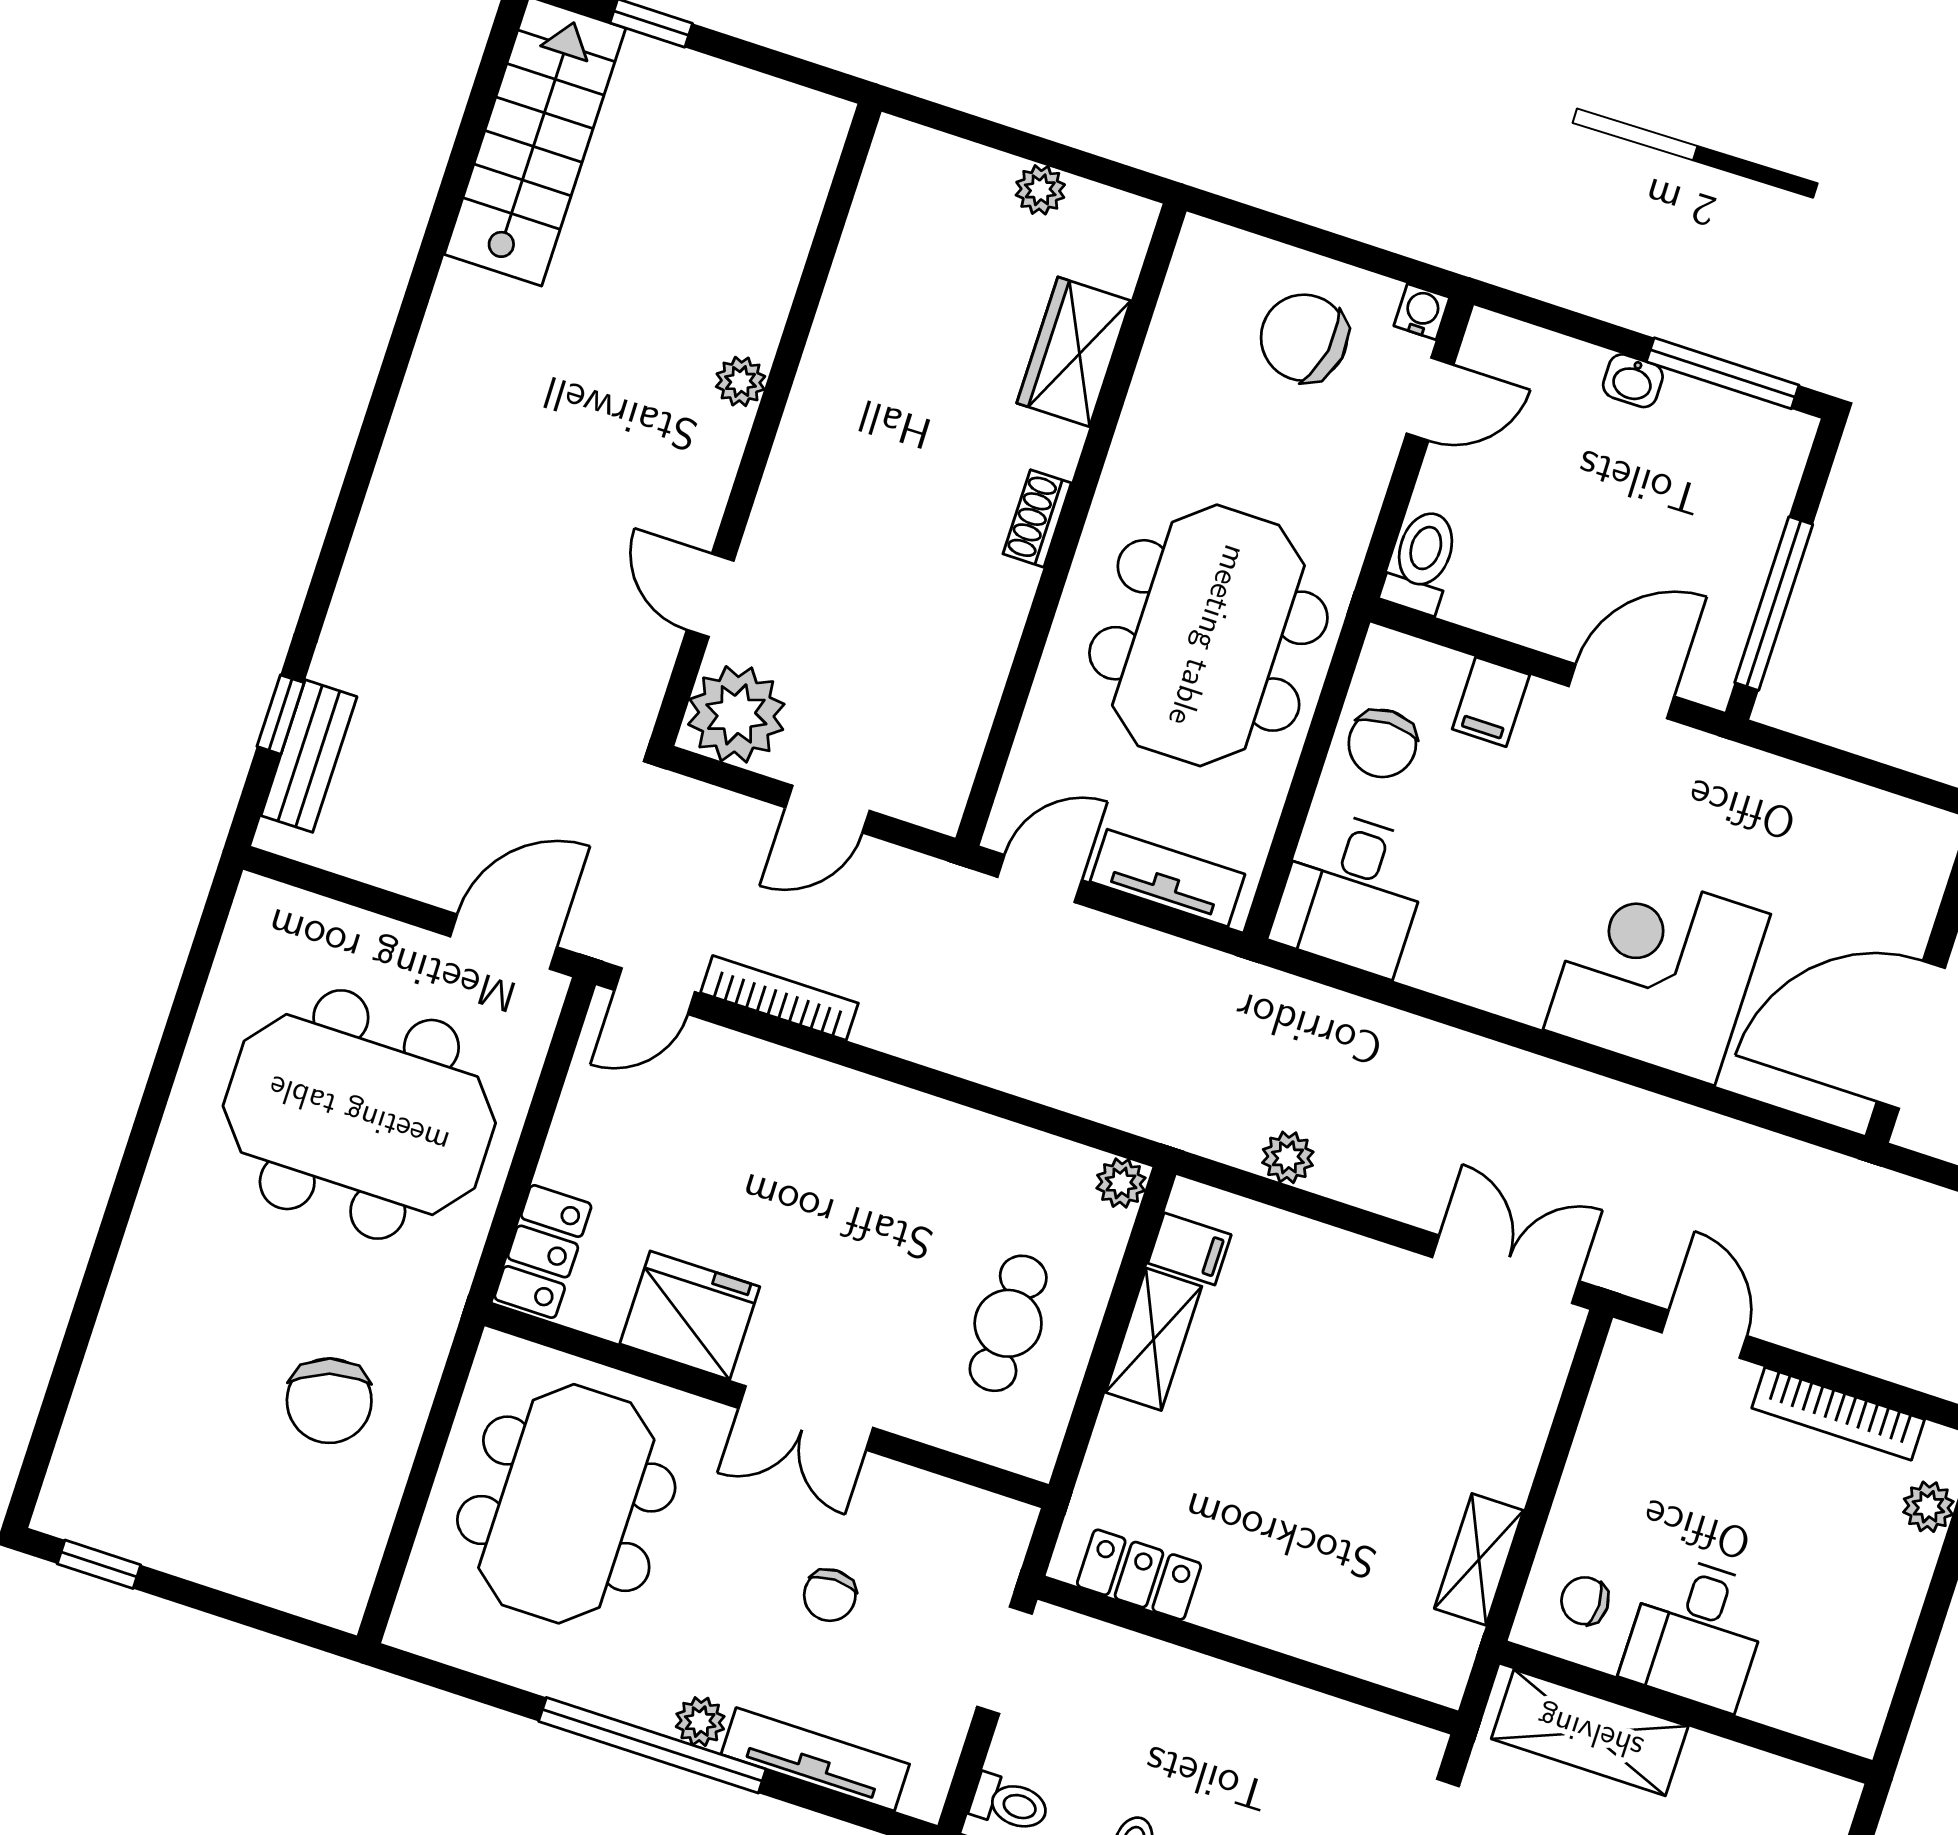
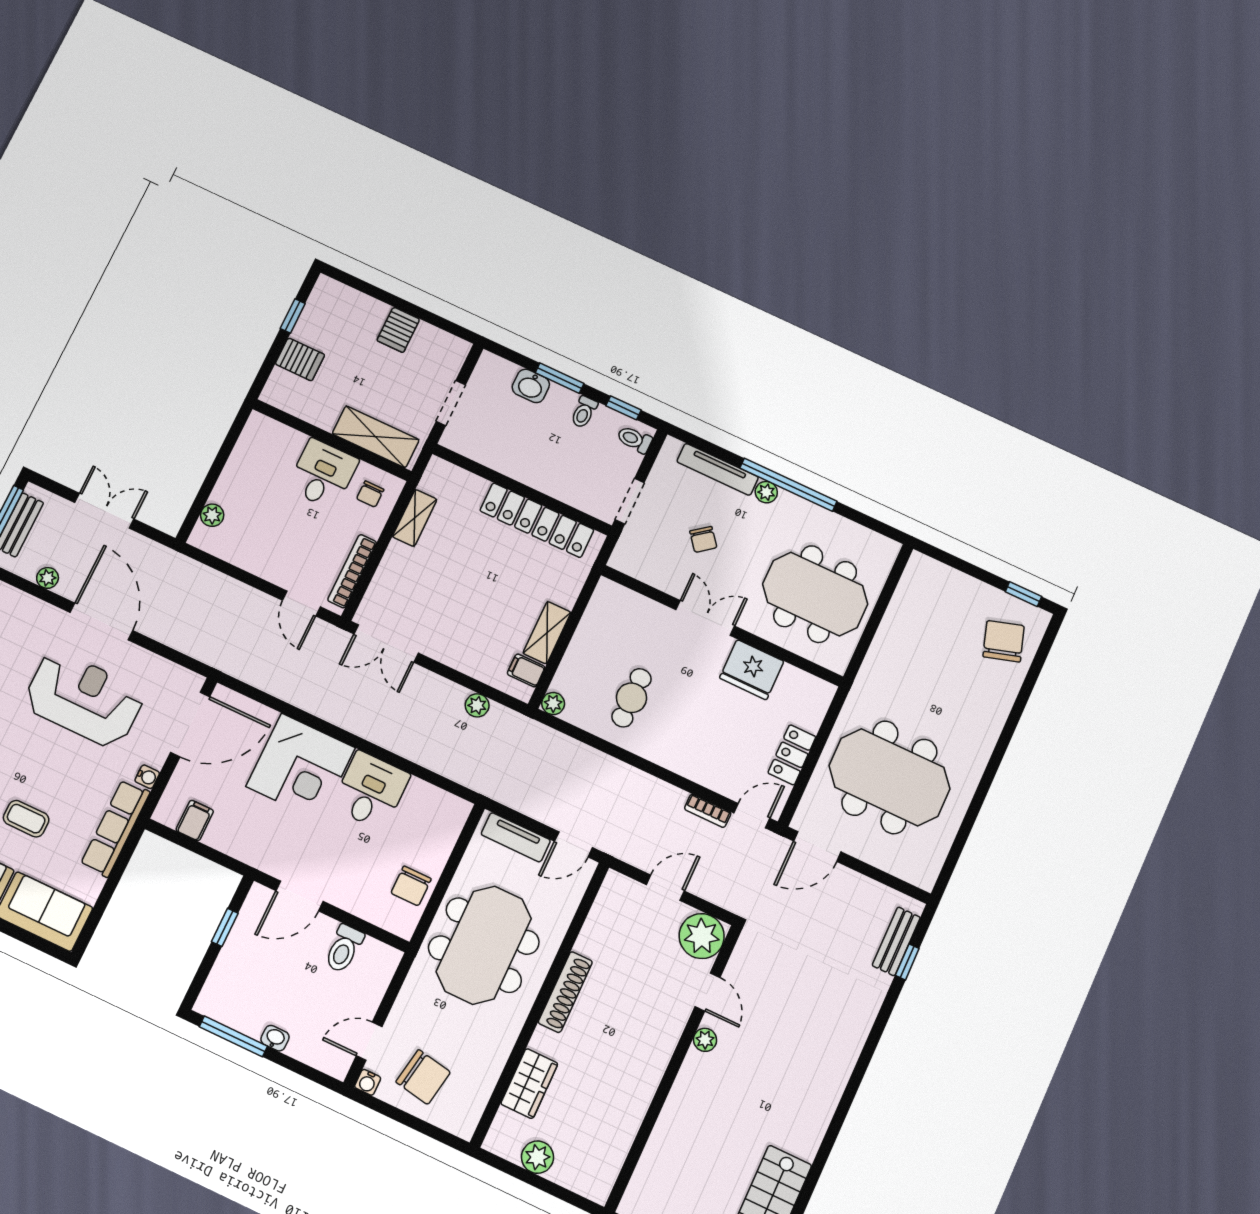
plant: (1040, 190) -> (538, 1157), width x1.38, depth x1.38
plant: (741, 381) -> (705, 1040), moved
shoe rack: (1037, 518) -> (565, 992), width x1.94, depth x1.24
toilet: (1422, 561) -> (344, 949), moved
window: (1774, 603) -> (225, 927), width x0.46
filing cabinet: (1491, 702) -> (195, 820), moved
chair: (1382, 743) -> (411, 886), turned 180
desk: (1352, 892) -> (371, 791), moved
bookcase: (779, 998) -> (708, 811), width x0.64
locker: (543, 1252) -> (792, 755), moved
cafe table: (1008, 1323) -> (631, 698), moved
chair: (329, 1401) -> (1004, 641), moved
bookcase: (1838, 1414) -> (352, 571), moved, turned -90
meeting table: (566, 1504) -> (815, 594), turned 90
locker: (1139, 1575) -> (537, 520), width x2.16, depth x1.21
chair: (830, 1595) -> (703, 539), turned 142
chair: (1585, 1601) -> (370, 494), turned 90

